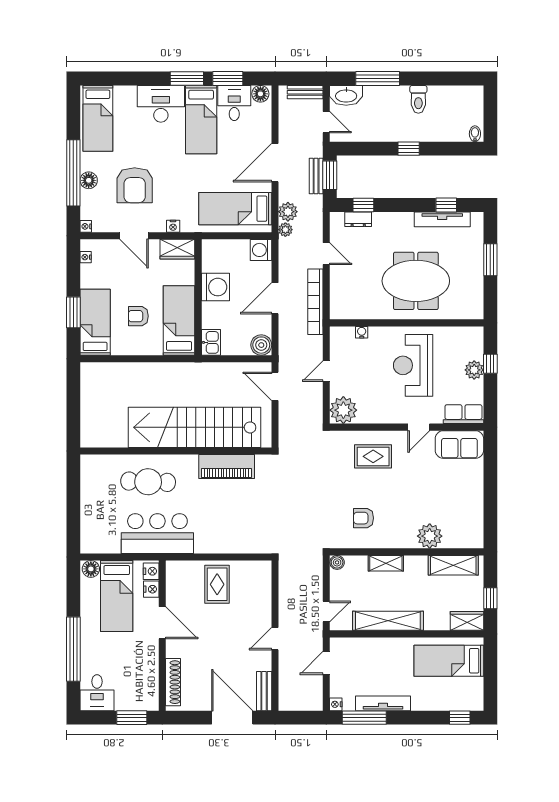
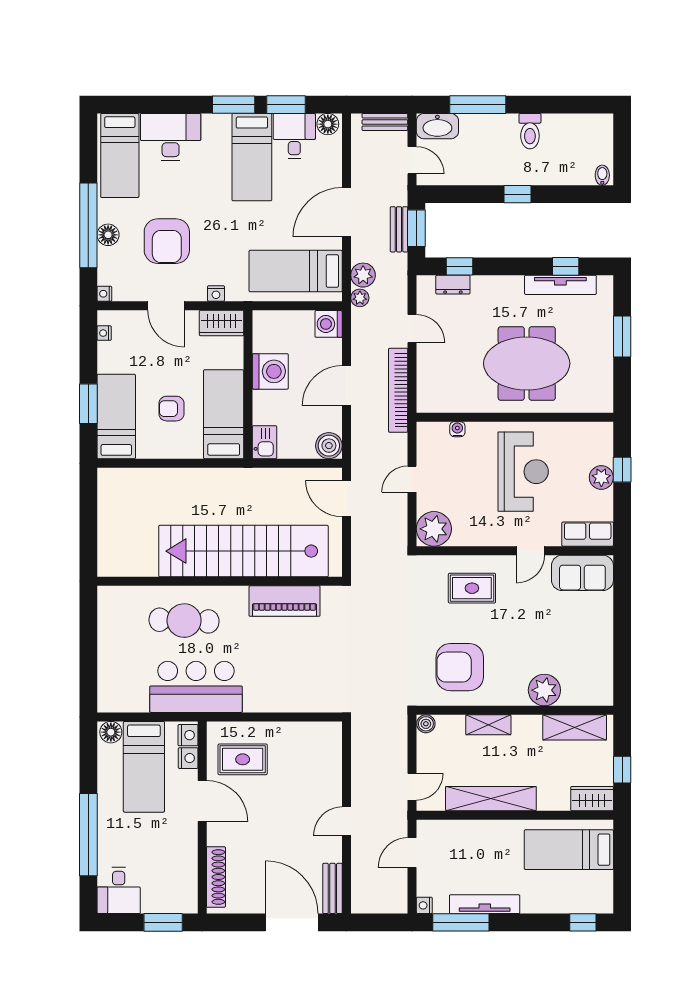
desk: (161, 104) -> (171, 137), moved
reception desk: (413, 365) -> (523, 472), turned 180
armchair: (364, 518) -> (460, 667), width x1.88, depth x1.88
rug: (217, 584) -> (243, 759), moved, turned 90

